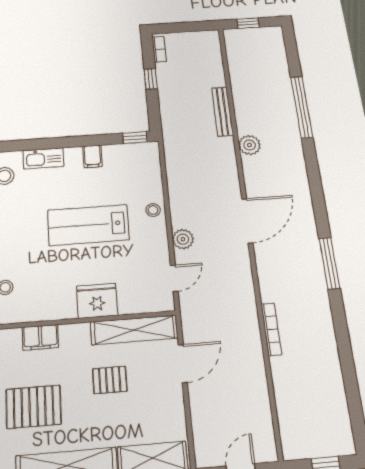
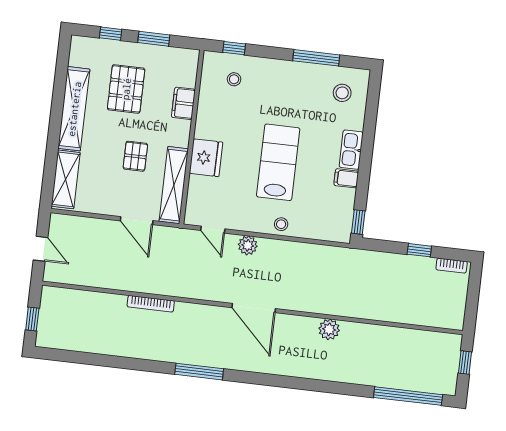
window: (302, 107) -> (408, 396), moved
bench: (222, 112) -> (370, 312), removed
kitchen sink: (43, 158) -> (351, 150), moved

